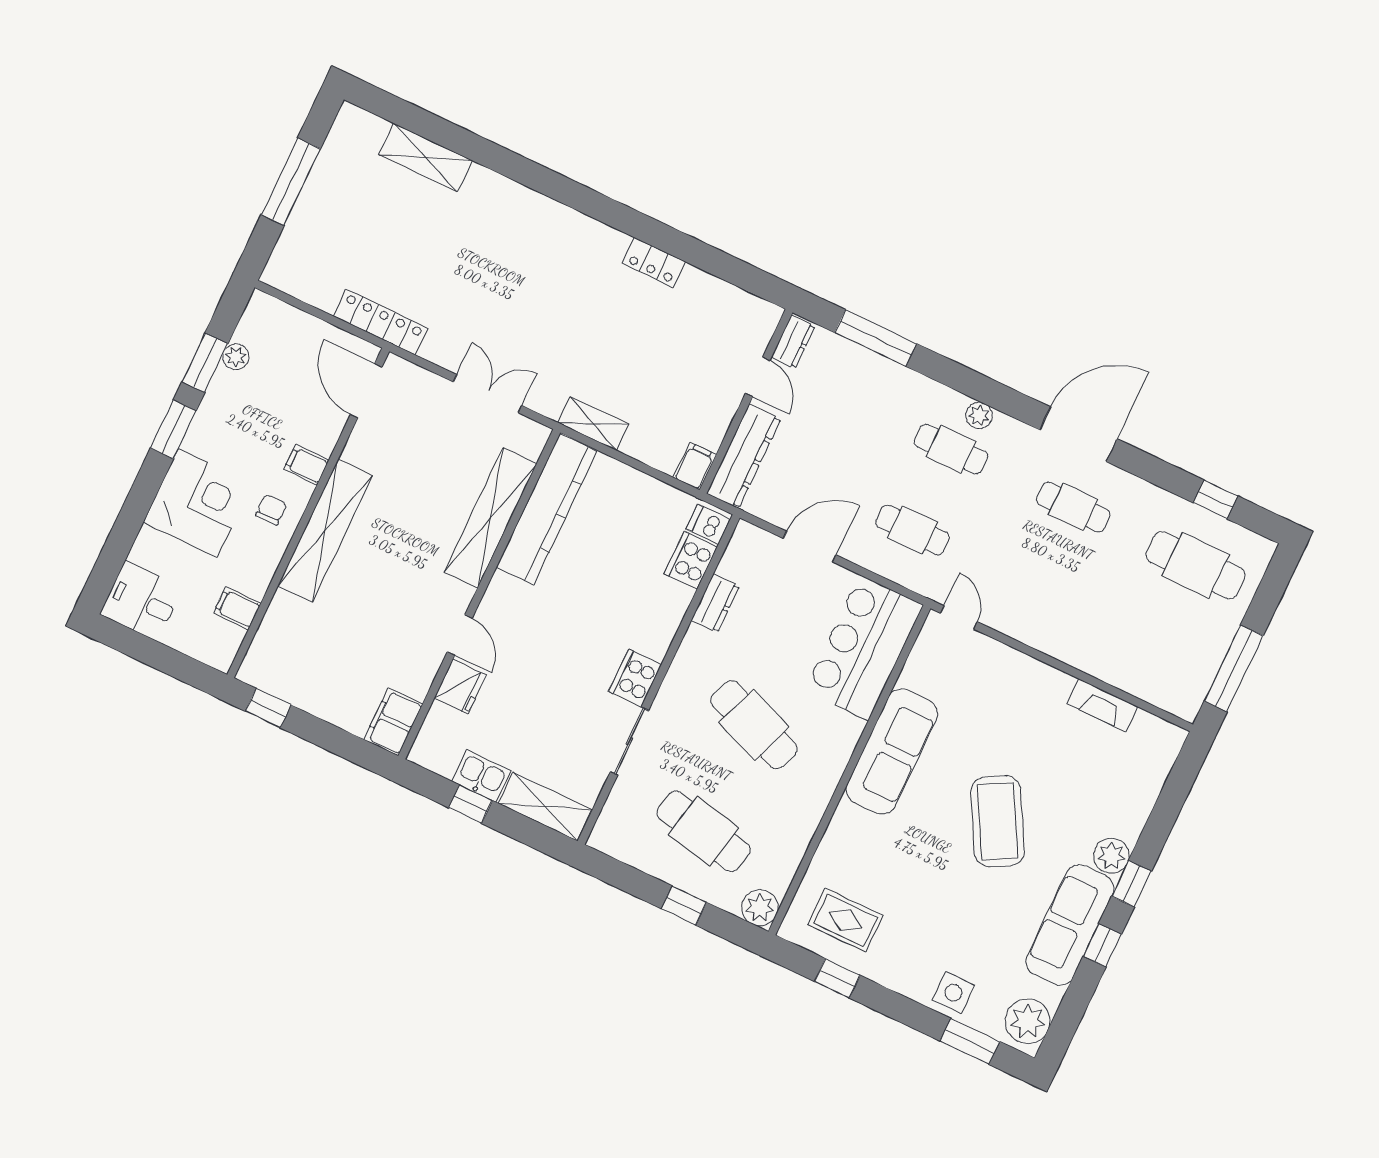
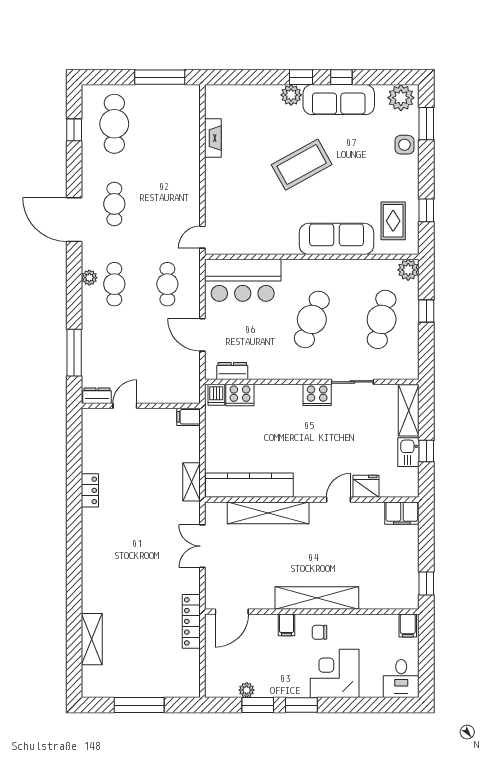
dresser: (744, 456) -> (171, 393), removed
dresser: (715, 603) -> (232, 371), moved
filing cabinet: (237, 608) -> (408, 625), moved
sofa: (892, 751) -> (337, 239), moved

